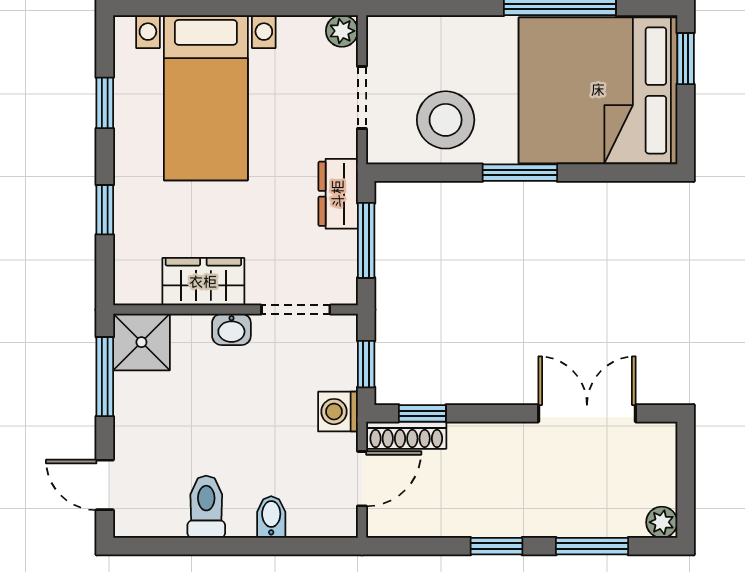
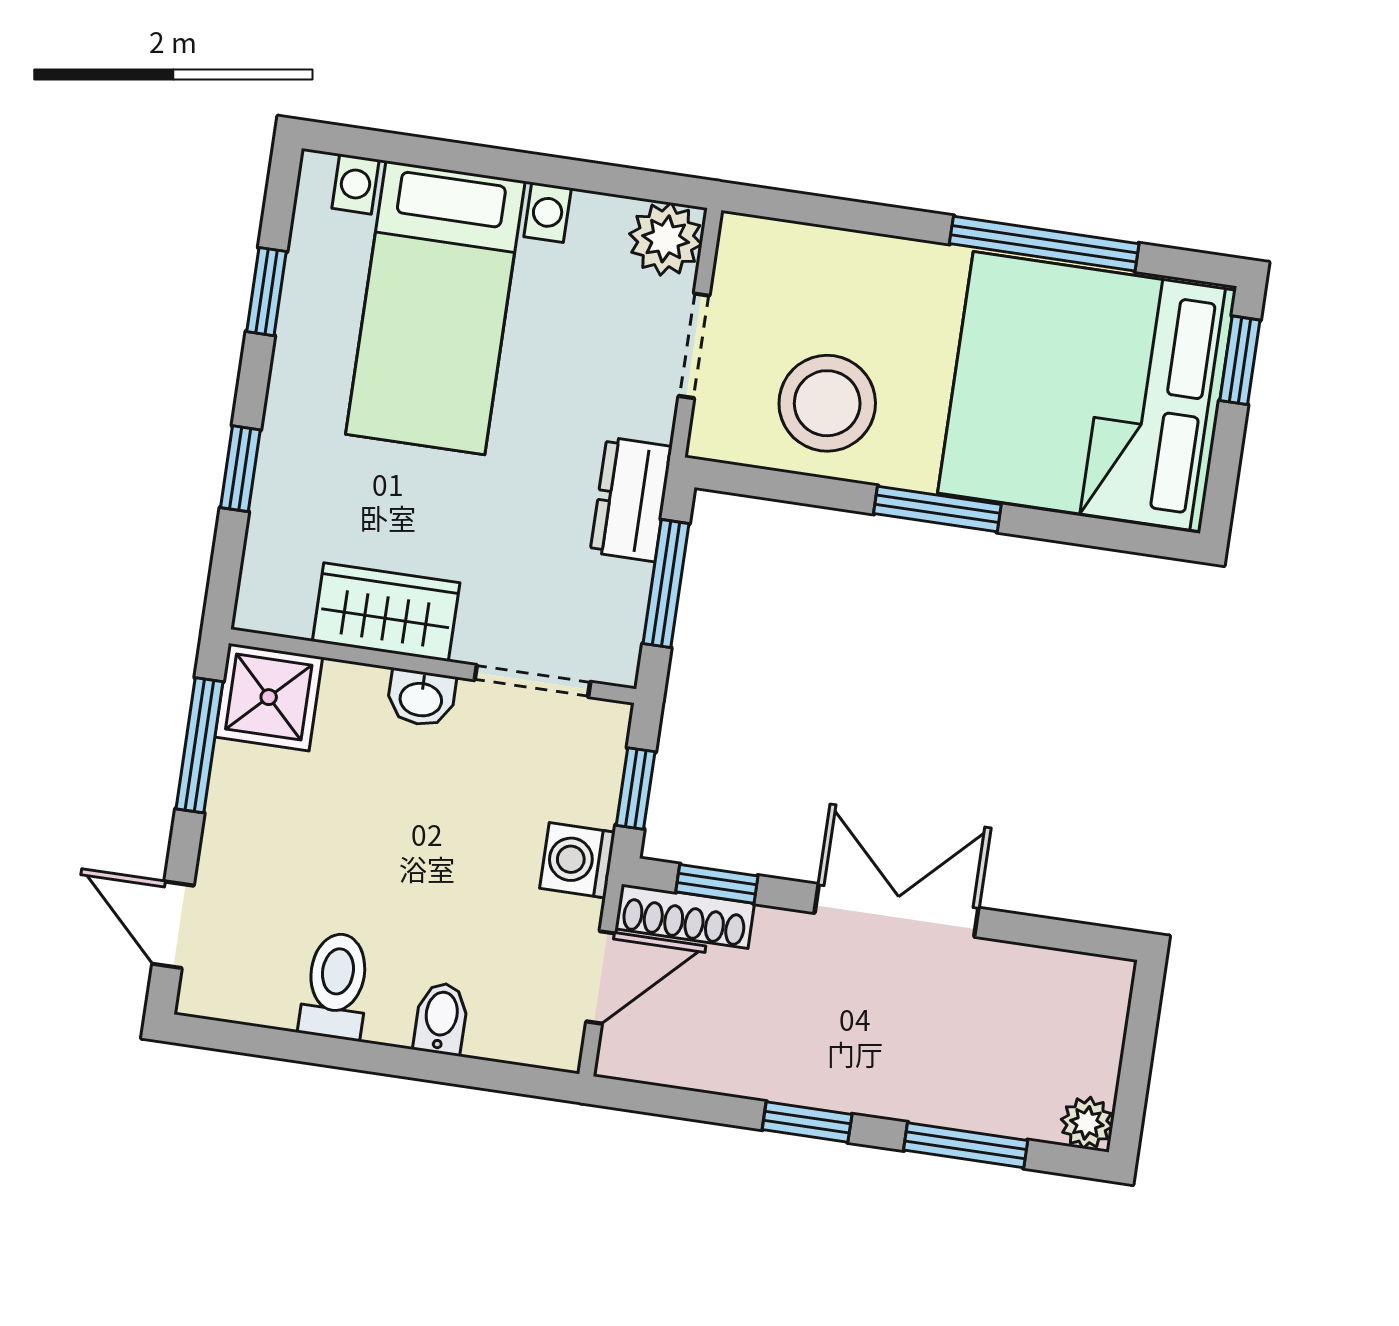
plant: (342, 31) -> (666, 239), width x1.38, depth x1.38
double door: (587, 413) -> (897, 910), moved

